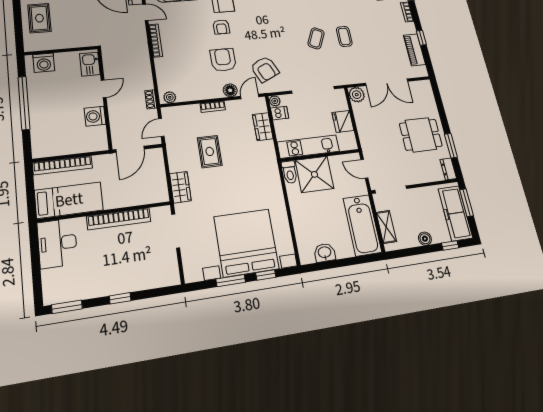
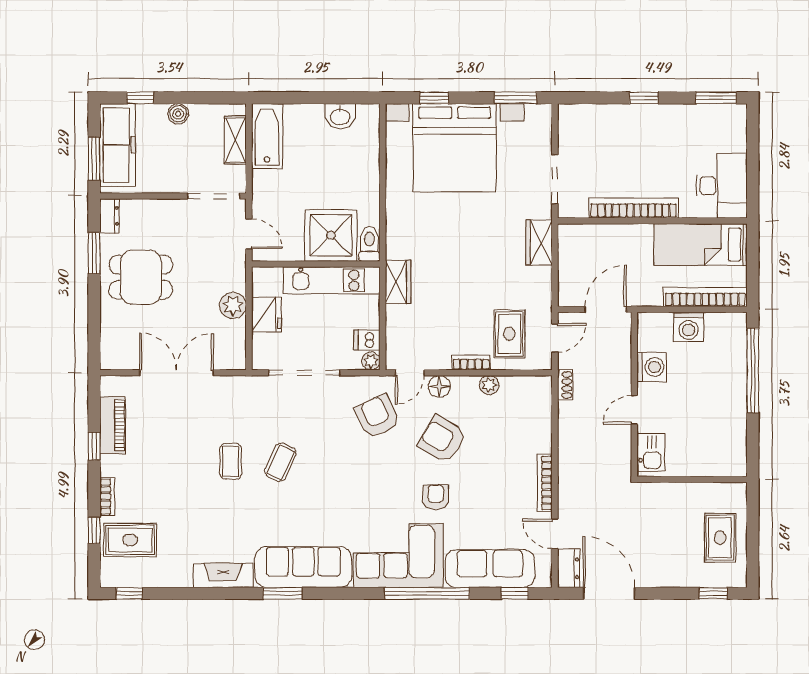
armchair: (223, 60) -> (442, 439), turned 121
washing machine: (44, 63) -> (689, 327), moved, turned 180
plant: (357, 95) -> (233, 305), moved
plant: (170, 97) -> (489, 385), moved
window: (24, 103) -> (753, 370), moved
wardrobe: (263, 127) -> (398, 282), moved
rug: (210, 151) -> (509, 334), moved
bathtub: (362, 225) -> (267, 136), width x0.73, depth x0.73
window: (231, 281) -> (515, 98), moved

